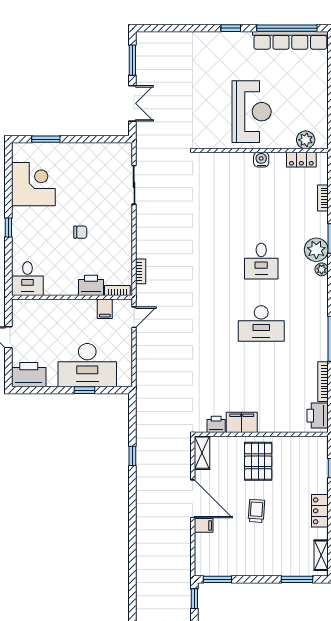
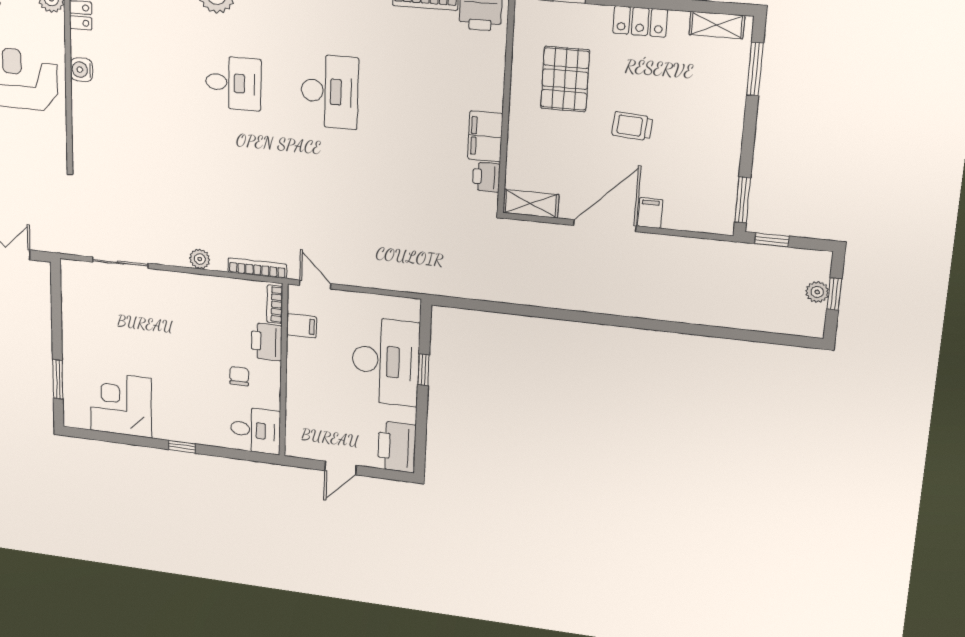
chair: (80, 232) -> (239, 376), moved
plant: (143, 239) -> (200, 259), added
bookcase: (141, 271) -> (257, 268), width x1.56
window: (132, 456) -> (530, 311), removed
pallet: (258, 461) -> (565, 79), moved, turned 90

